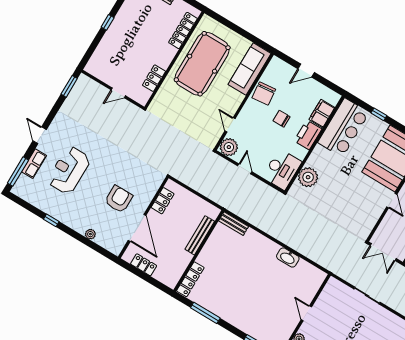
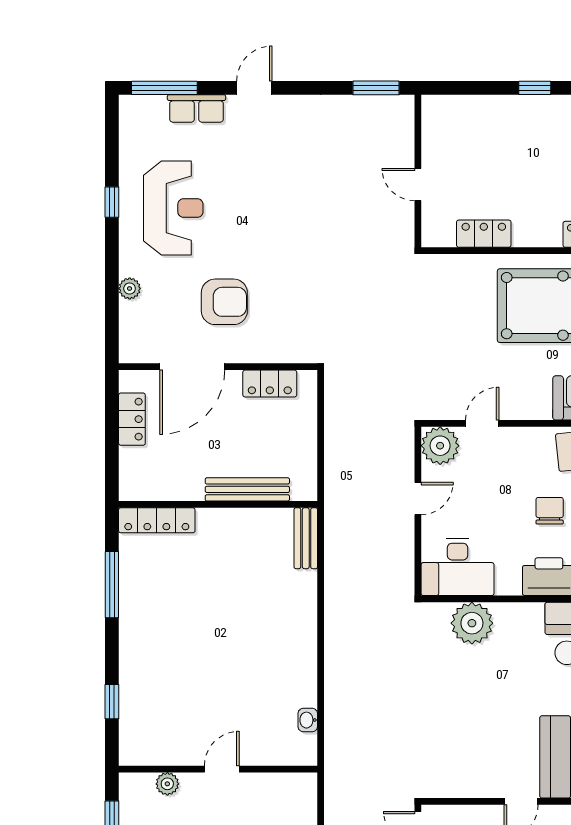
reception desk: (69, 170) -> (173, 208), moved, turned 90
washbasin: (288, 257) -> (308, 720), moved, width x0.52, depth x0.69

